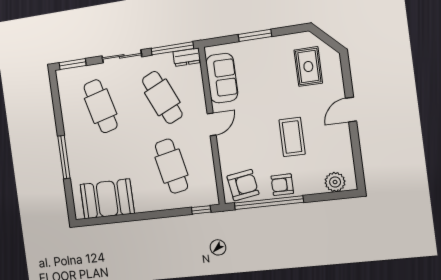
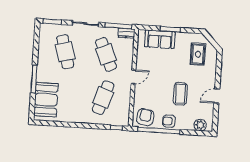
sofa: (222, 78) -> (160, 39), moved, turned 90
door: (351, 110) -> (217, 96), moved
cafe table: (171, 166) -> (103, 98), turned 30
armchair: (243, 185) -> (145, 117), turned -72
booth: (107, 199) -> (46, 100), moved, turned 90

